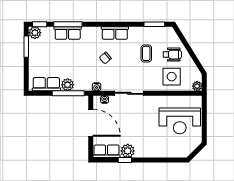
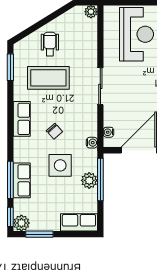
coffee table: (146, 53) -> (48, 78), width x1.86, depth x1.72
side table: (172, 77) -> (60, 165), moved
row of seats: (46, 84) -> (79, 222), moved, turned 90
sliding door: (129, 93) -> (100, 86), moved

